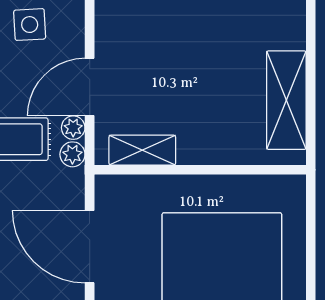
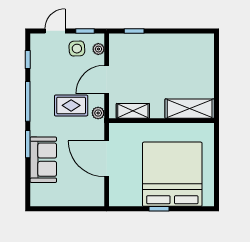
shelving: (286, 100) -> (190, 109), moved, turned 90
plant: (73, 128) -> (98, 49), moved

